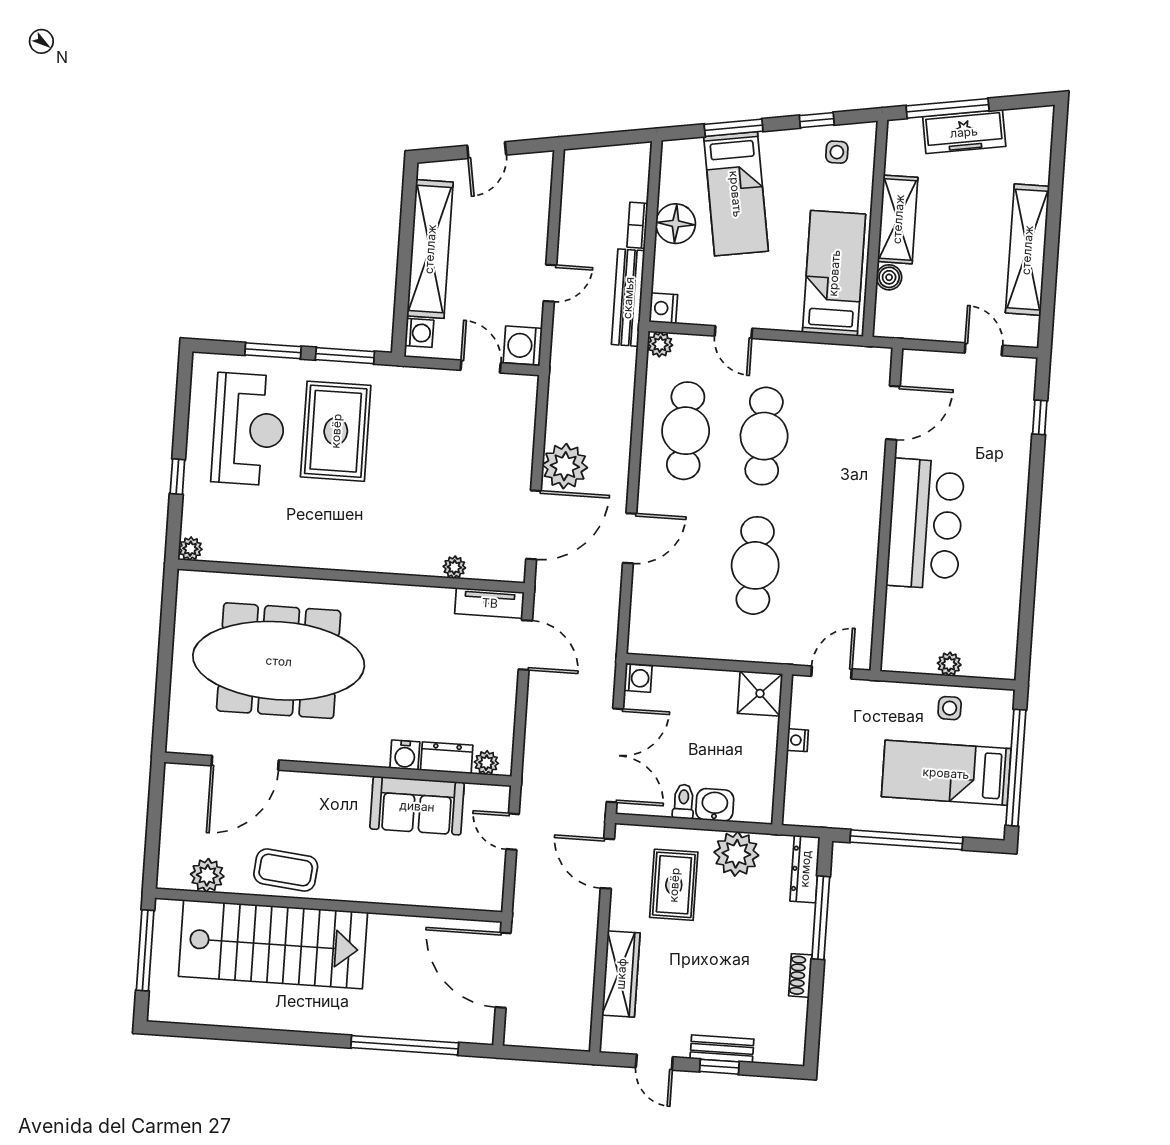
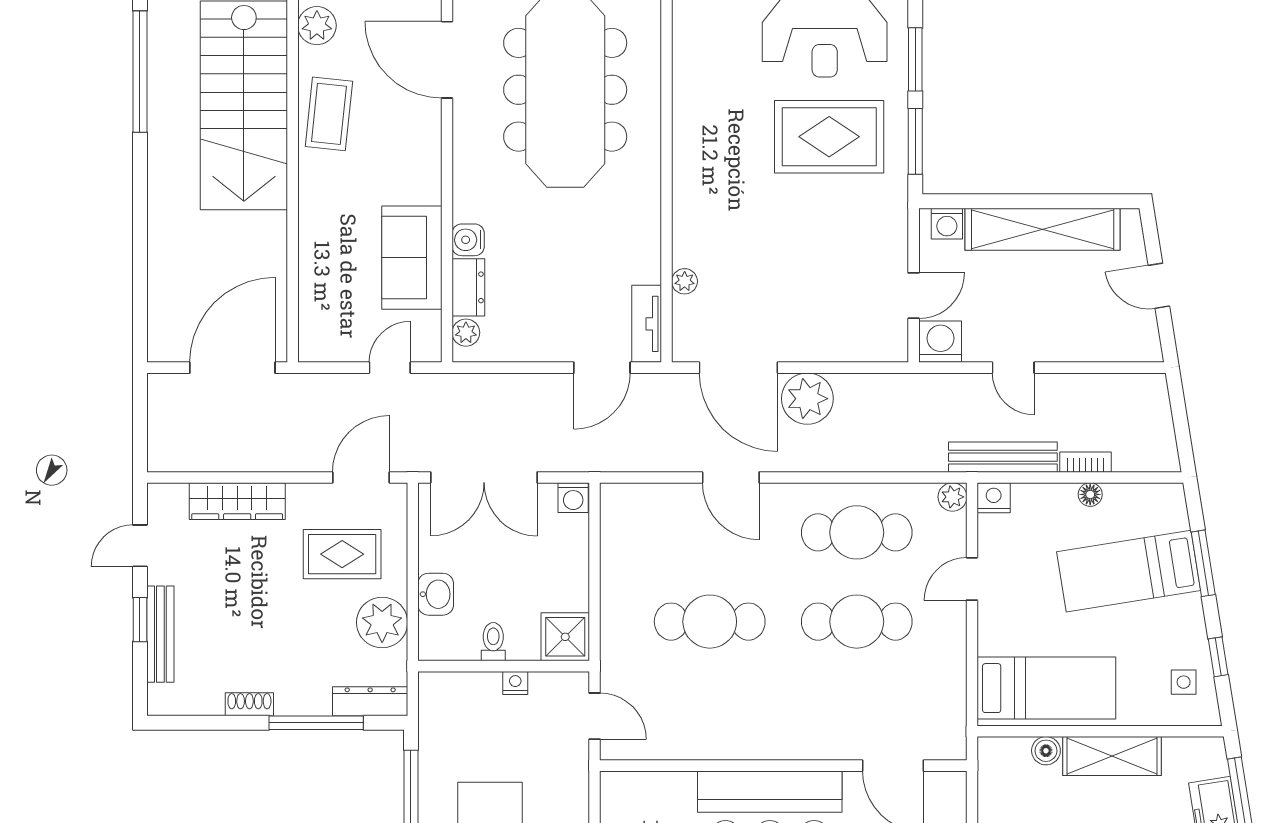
floor lamp: (676, 224) -> (1090, 494), width x0.53, depth x0.53
toilet: (683, 802) -> (493, 642), moved, turned -90
window: (405, 1045) -> (140, 72), moved
bench: (722, 1049) -> (160, 634), width x1.36

